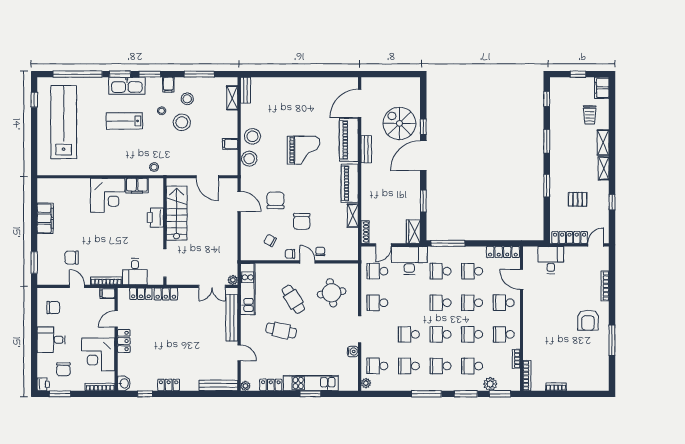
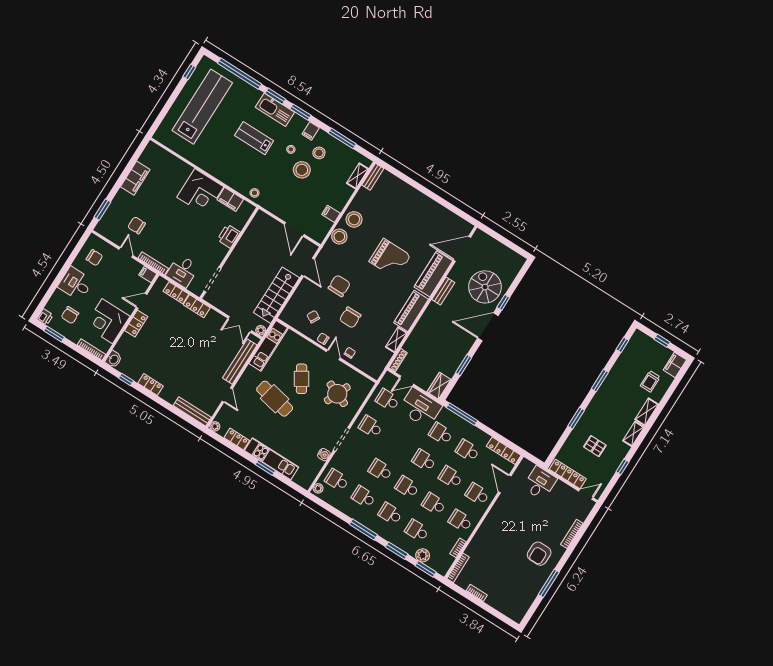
stairs: (177, 213) -> (276, 295), moved, turned 180
round table: (332, 293) -> (337, 394), turned 32
cafe table: (281, 331) -> (275, 399), width x1.37, depth x1.35

